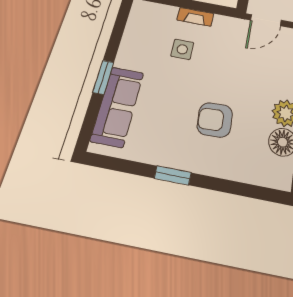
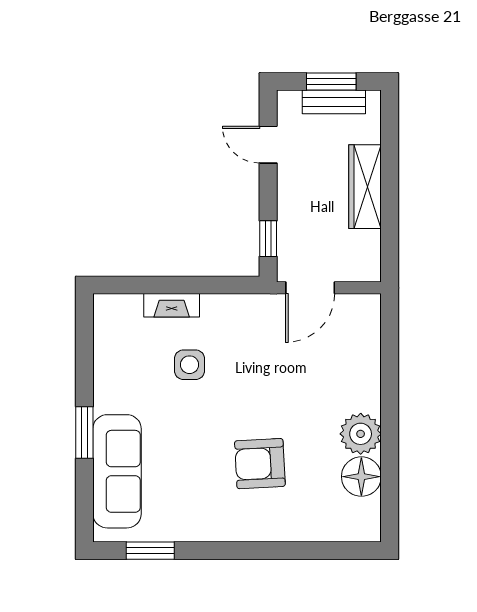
fireplace: (195, 17) -> (172, 305), moved
window: (173, 175) -> (150, 551), moved

